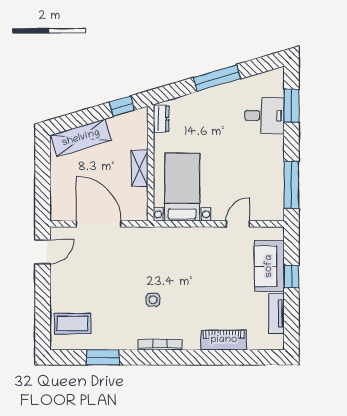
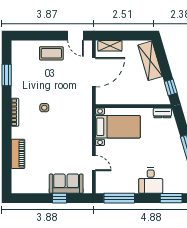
desk: (265, 115) -> (151, 181), moved
shelving: (140, 169) -> (110, 46), moved
tv unit: (277, 314) -> (35, 188), removed
coffee table: (73, 323) -> (51, 53), moved, turned 90

